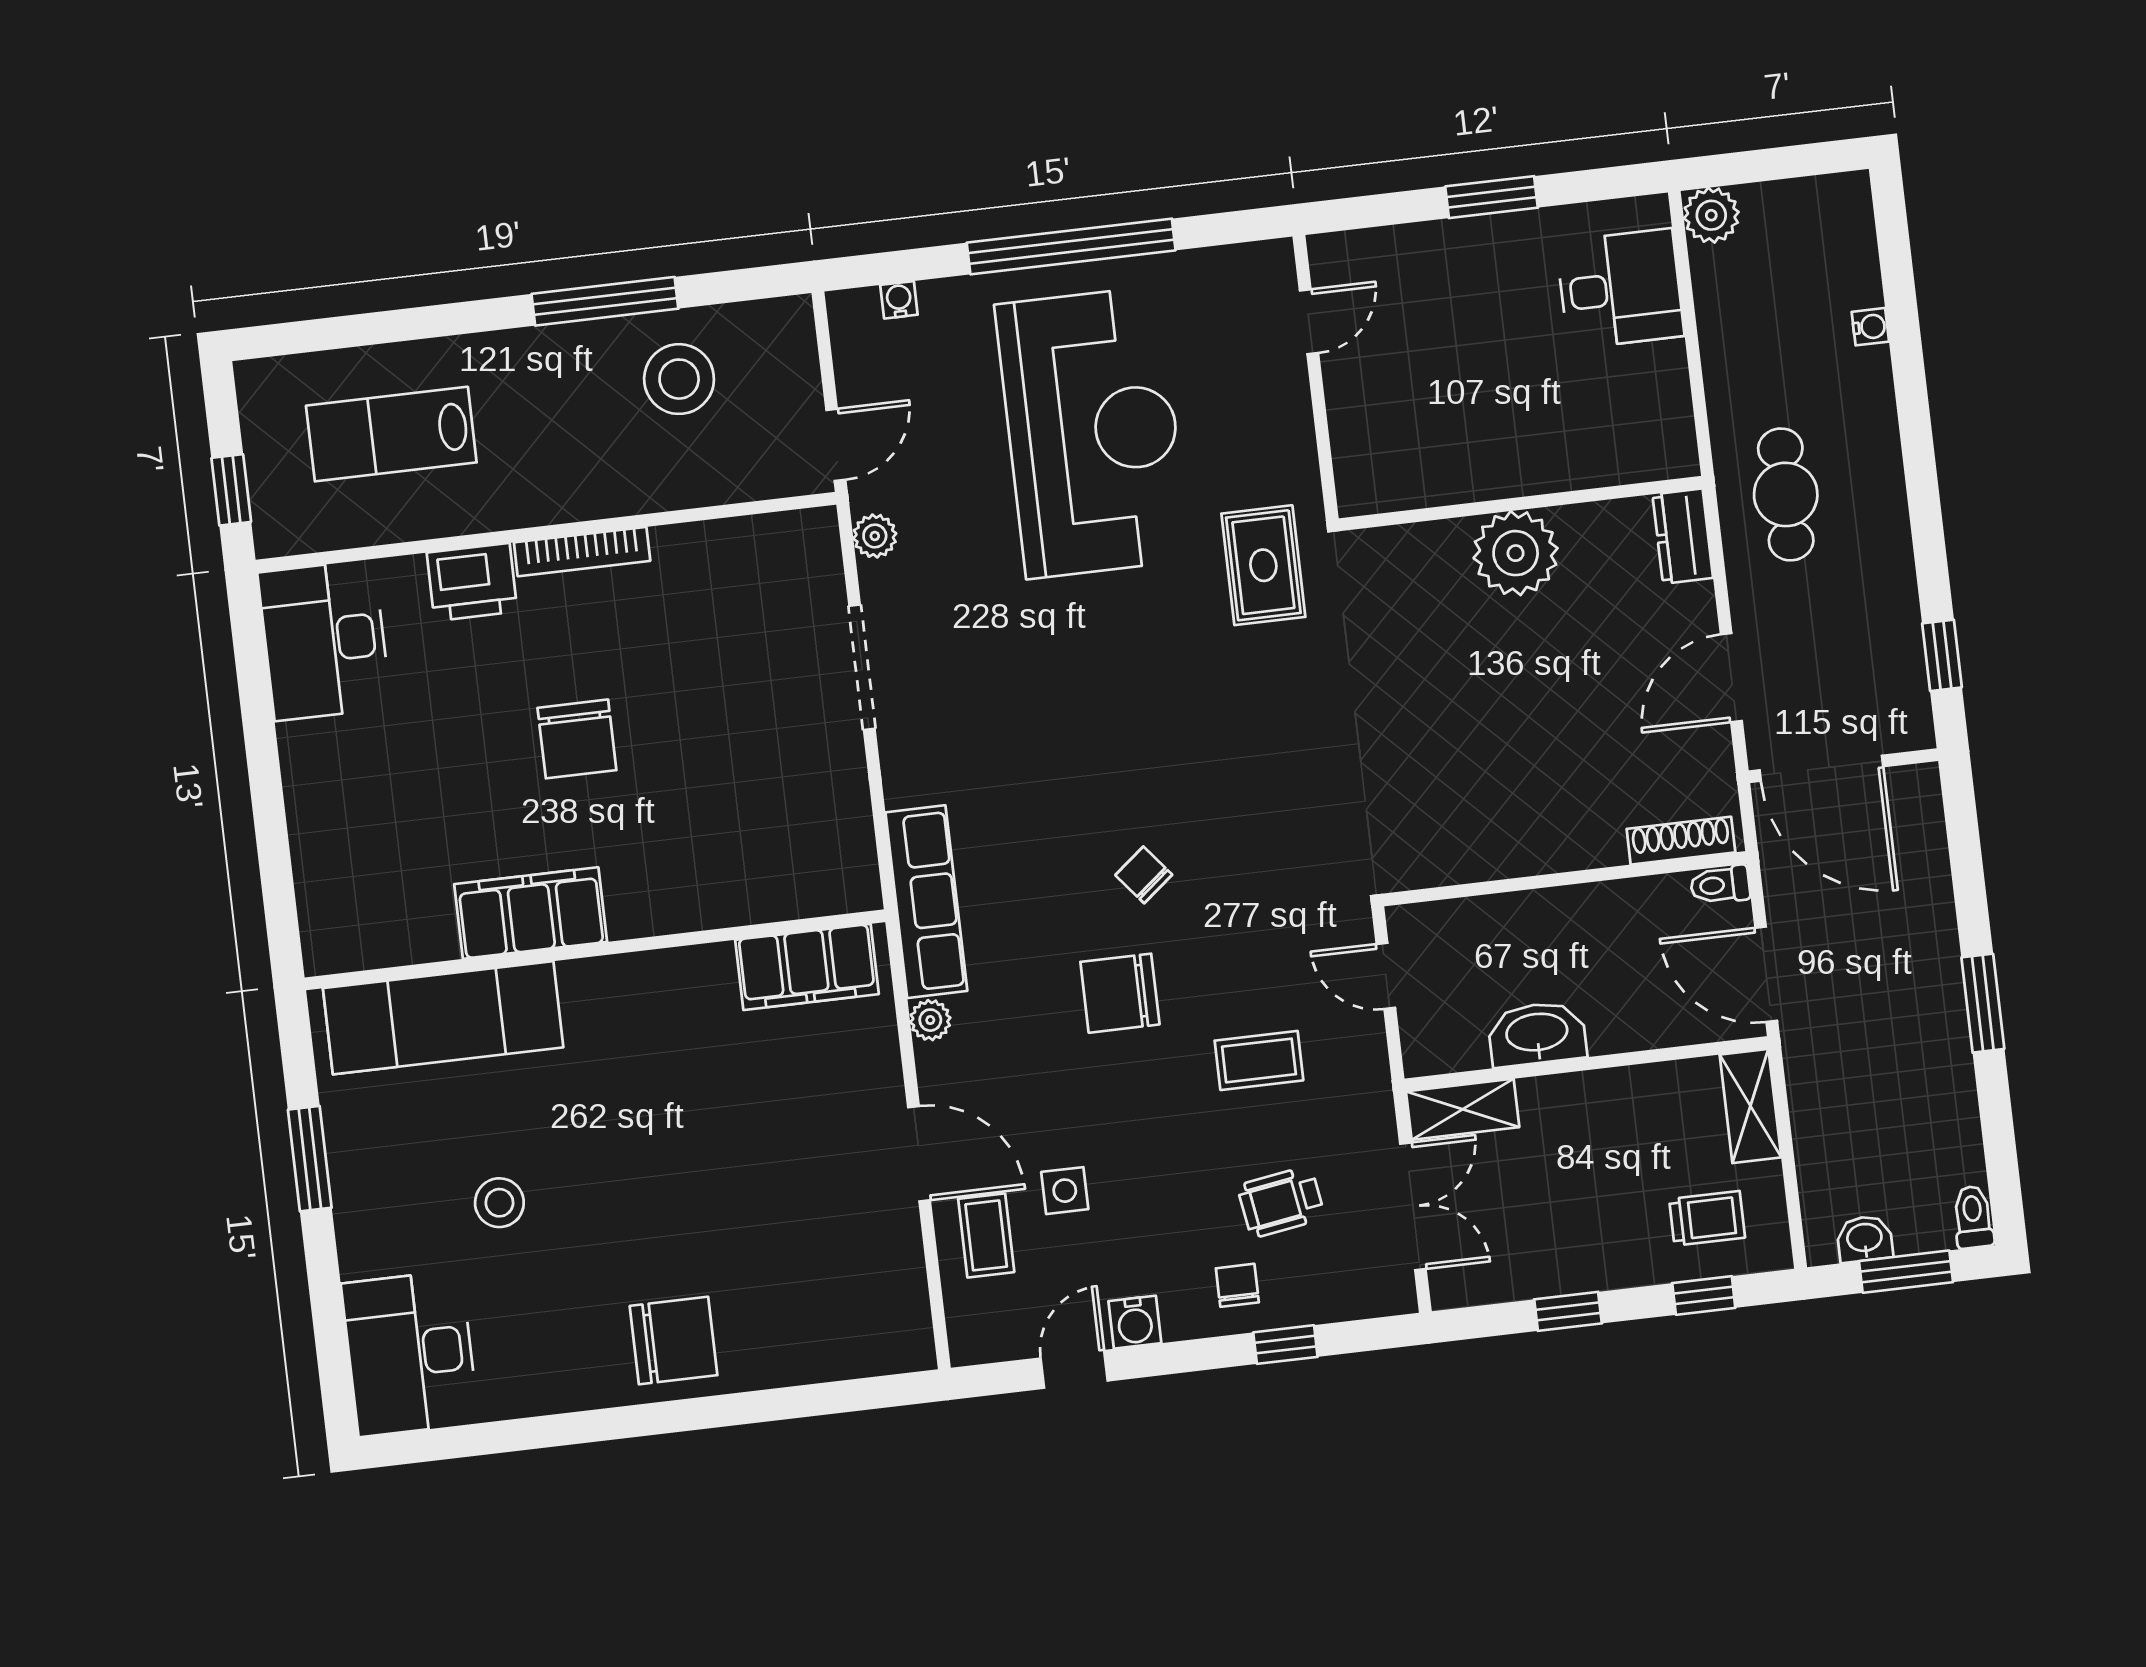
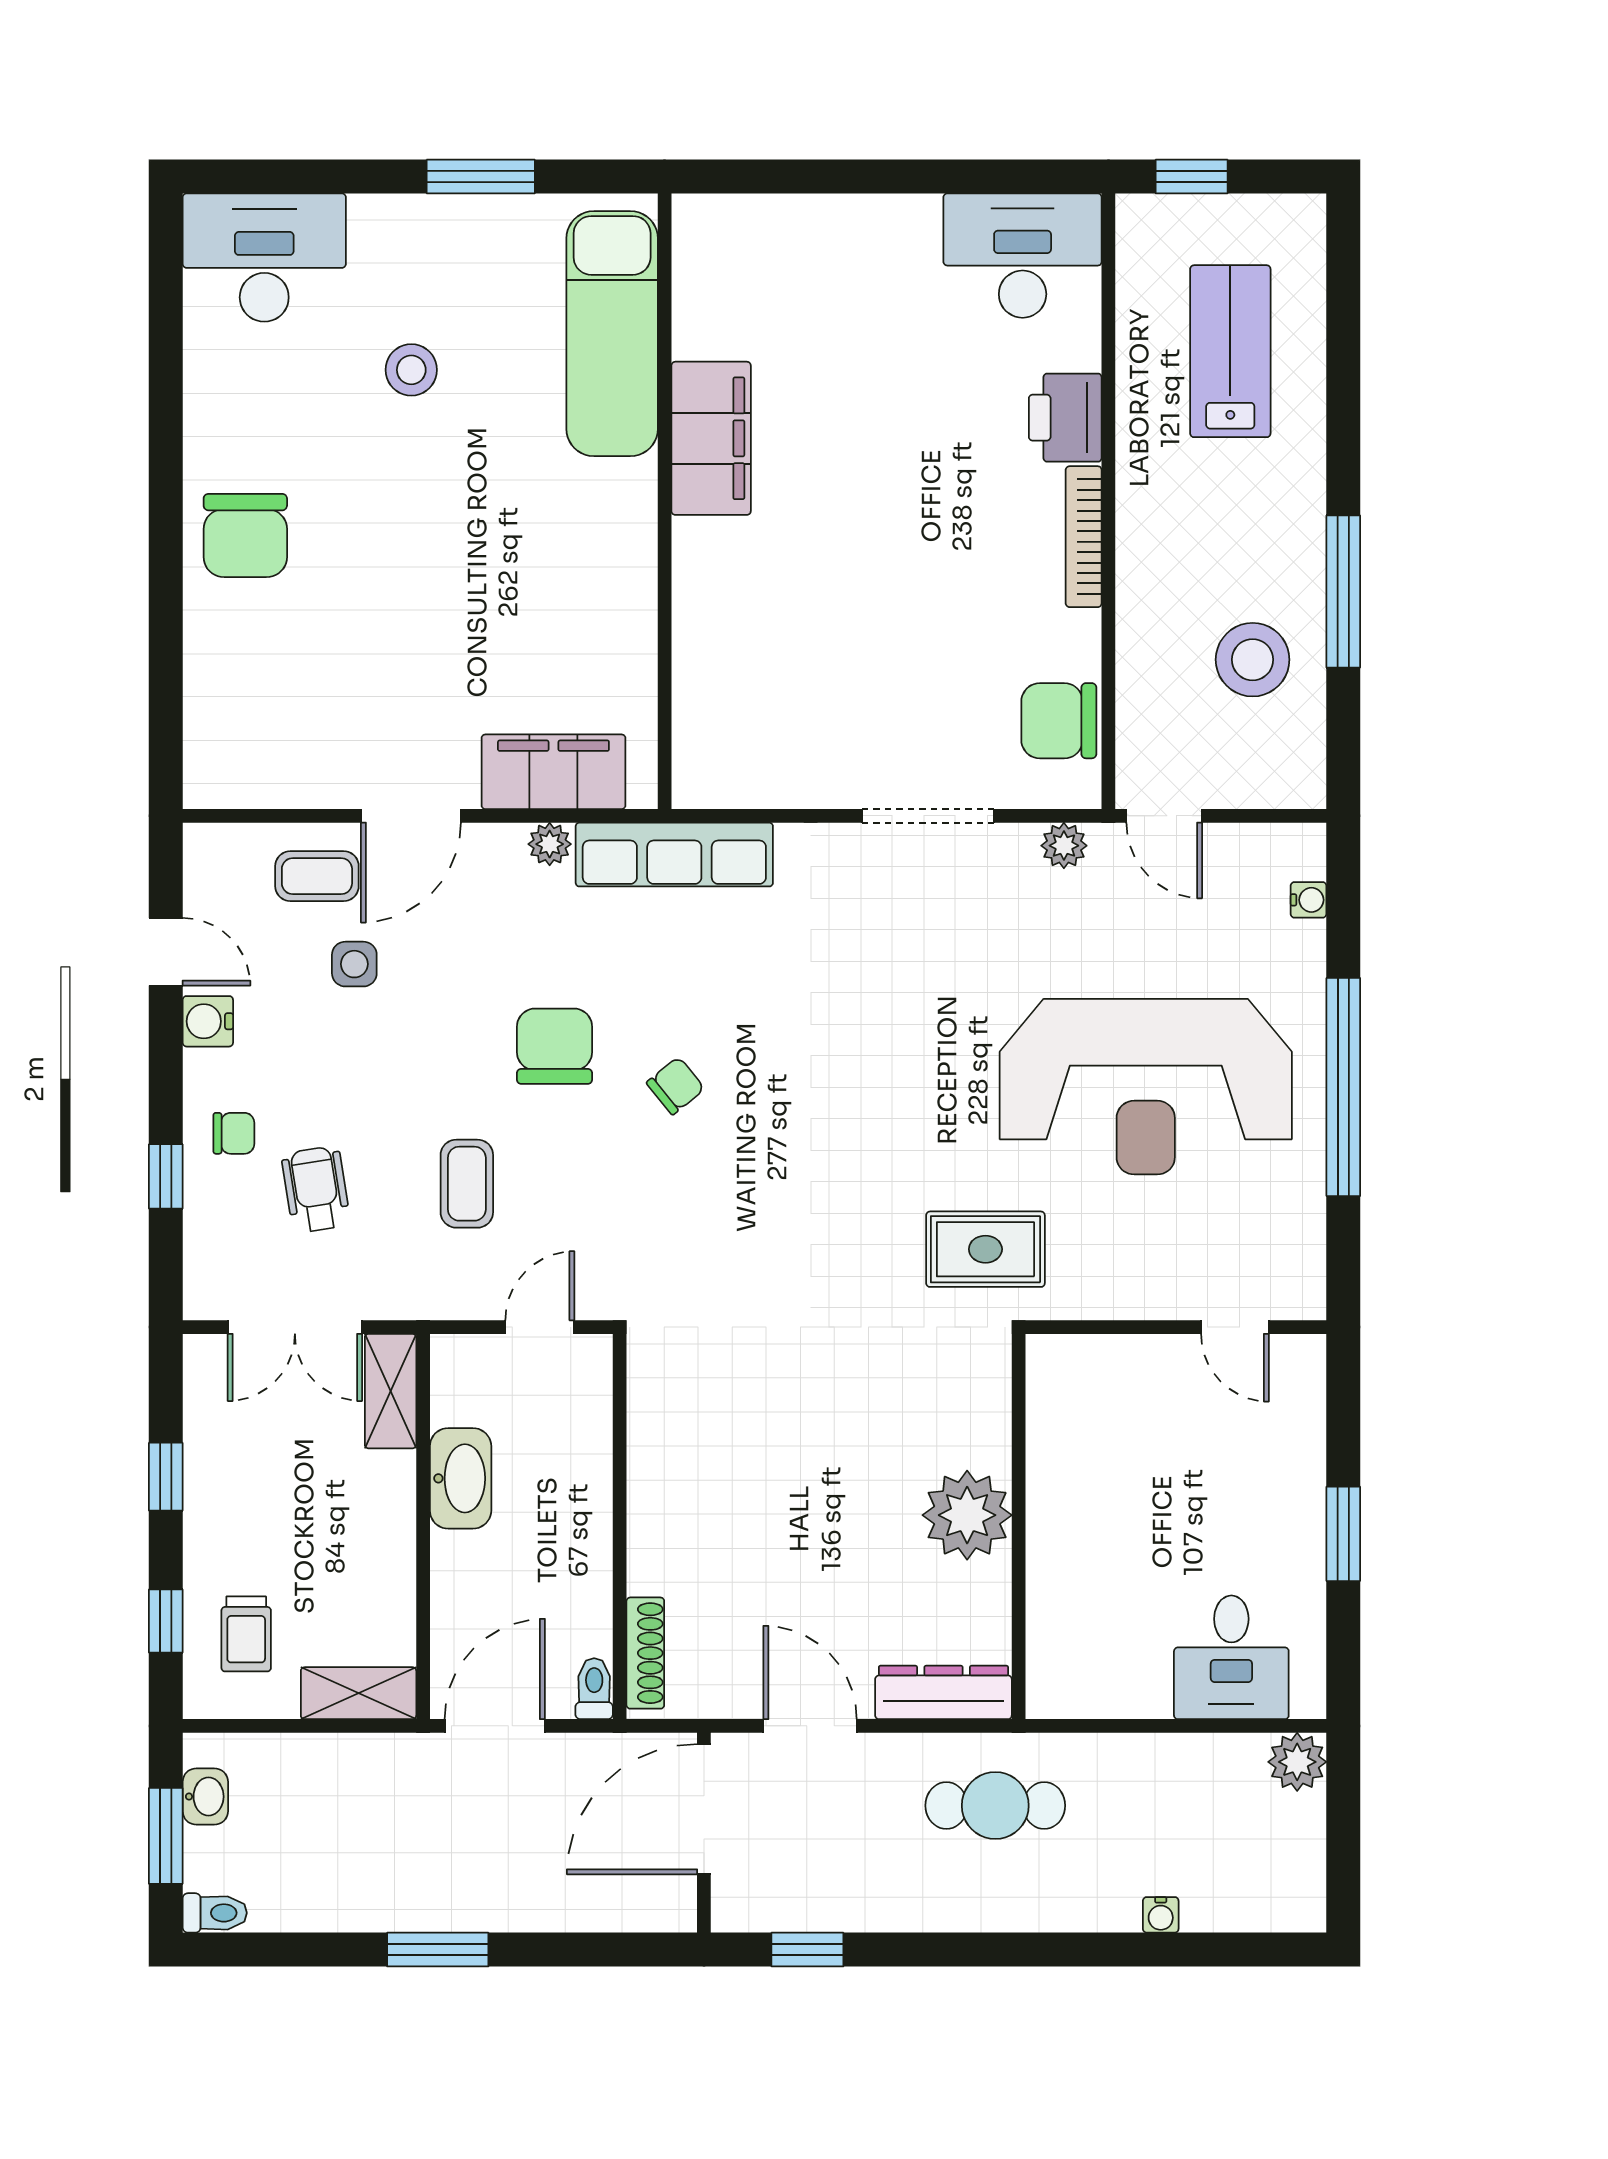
dresser: (1683, 536) -> (943, 1692), width x1.44
chair: (577, 739) -> (1059, 721), moved
filing cabinet: (807, 967) -> (553, 772), moved, turned 90

